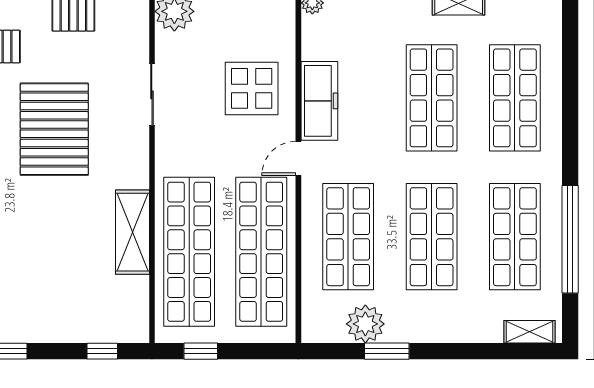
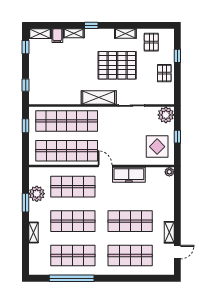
display table: (252, 88) -> (157, 147), moved
shelving: (132, 232) -> (99, 98), moved
shelving: (529, 332) -> (34, 233), moved

